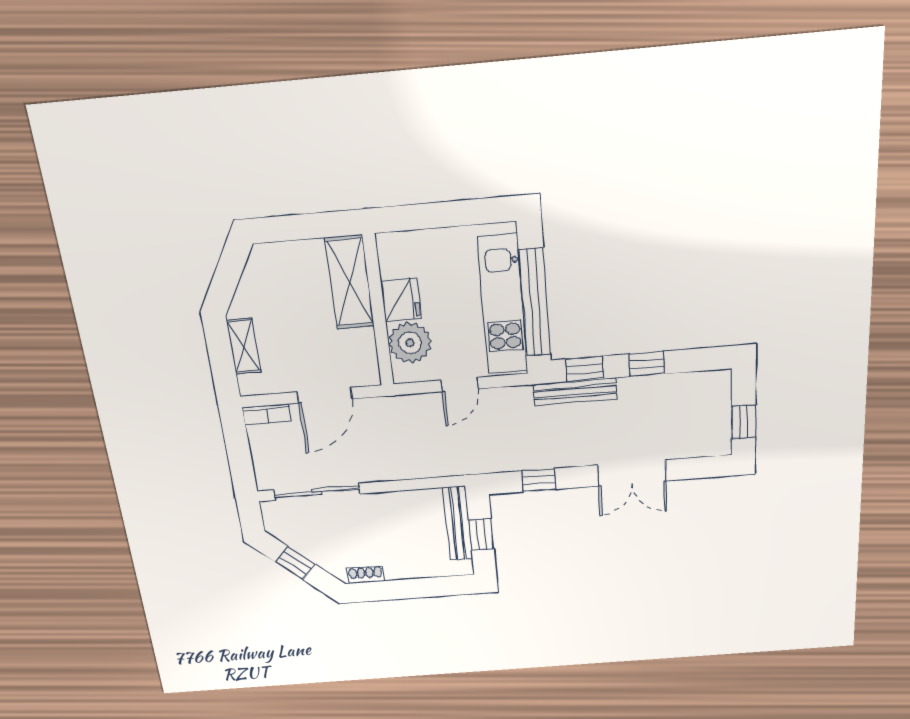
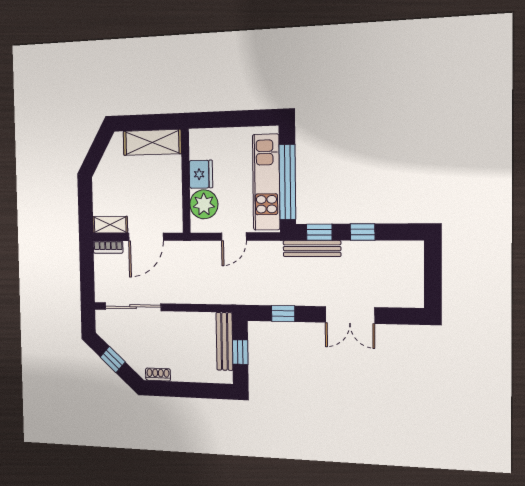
shelving: (350, 282) -> (152, 142), moved, turned 90
shelving: (244, 346) -> (110, 225), moved, turned 90
window: (744, 422) -> (433, 283), removed

